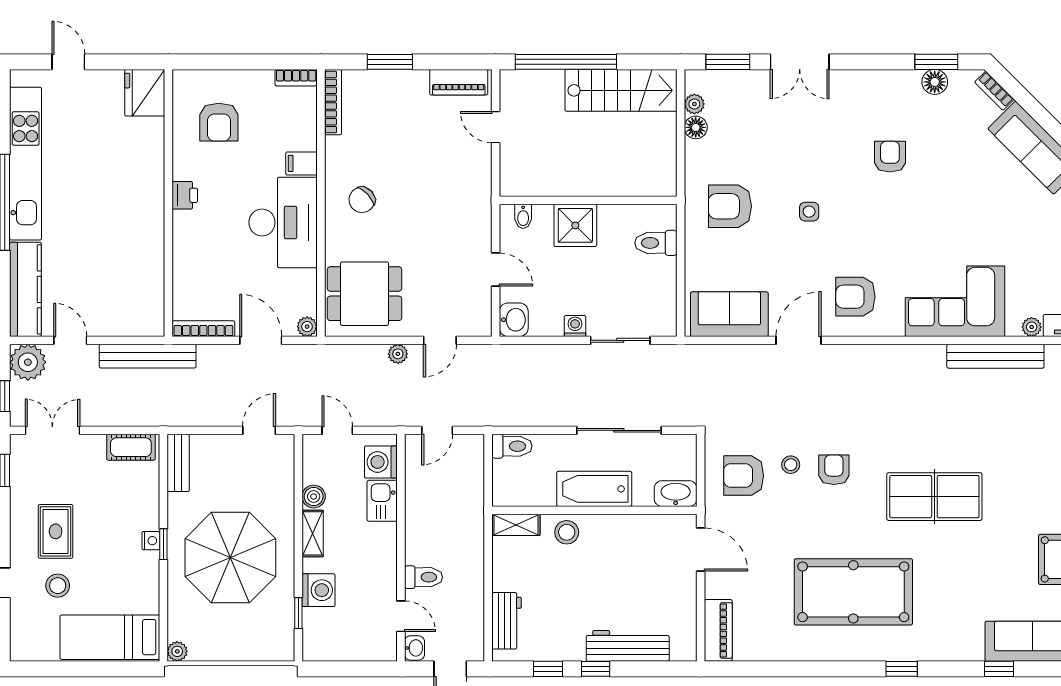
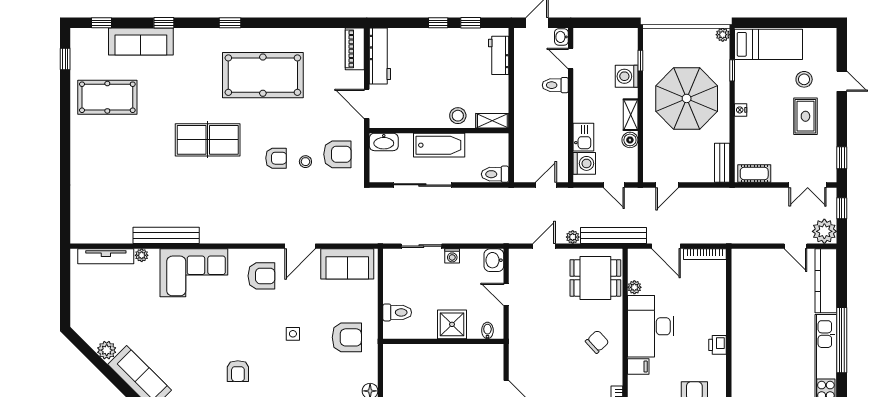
plant: (307, 327) -> (634, 287), moved
bench: (148, 356) -> (613, 235), moved
armchair: (834, 470) -> (276, 158), turned -90
window: (163, 544) -> (732, 70), moved
workbench: (628, 646) -> (380, 56), moved, turned -90

